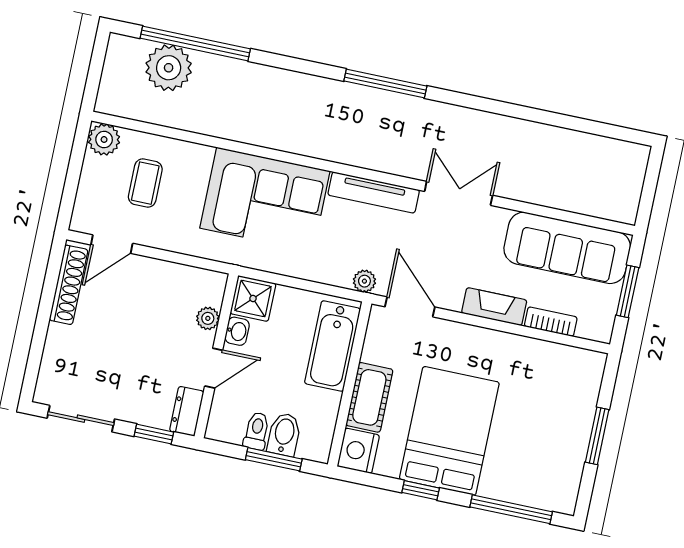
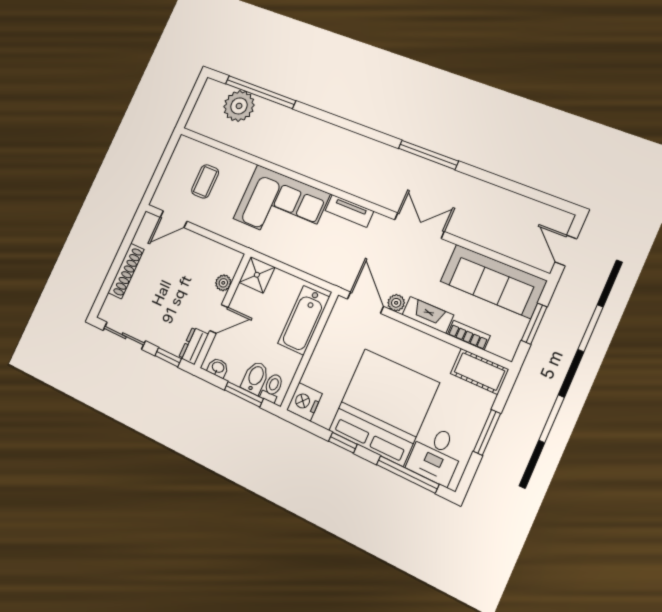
window: (385, 84) -> (428, 155), moved
plant: (104, 139) -> (186, 148), removed
tv unit: (374, 192) -> (349, 211), width x0.71
door: (648, 193) -> (566, 250), added
plant: (364, 281) -> (396, 303), moved
shoe rack: (69, 285) -> (126, 271), moved
washbasin: (237, 331) -> (218, 368), moved, turned -90
cot: (369, 397) -> (479, 371), moved, turned 90
toilet: (257, 431) -> (272, 388), moved
bed: (449, 431) -> (384, 407), width x1.36
desk: (541, 477) -> (436, 455), added

